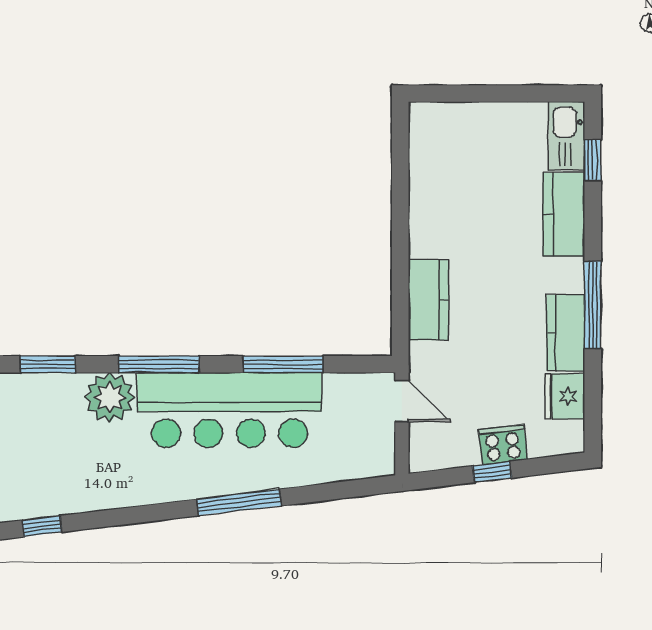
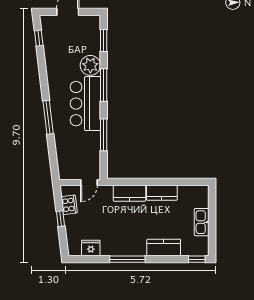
kitchen sink: (567, 136) -> (202, 222), moved, turned -90
window: (593, 160) -> (197, 259), moved
kitchen counter: (566, 333) -> (162, 193), moved, turned 180
bar counter: (230, 410) -> (85, 104), width x0.73
cooker: (503, 445) -> (69, 205), moved

